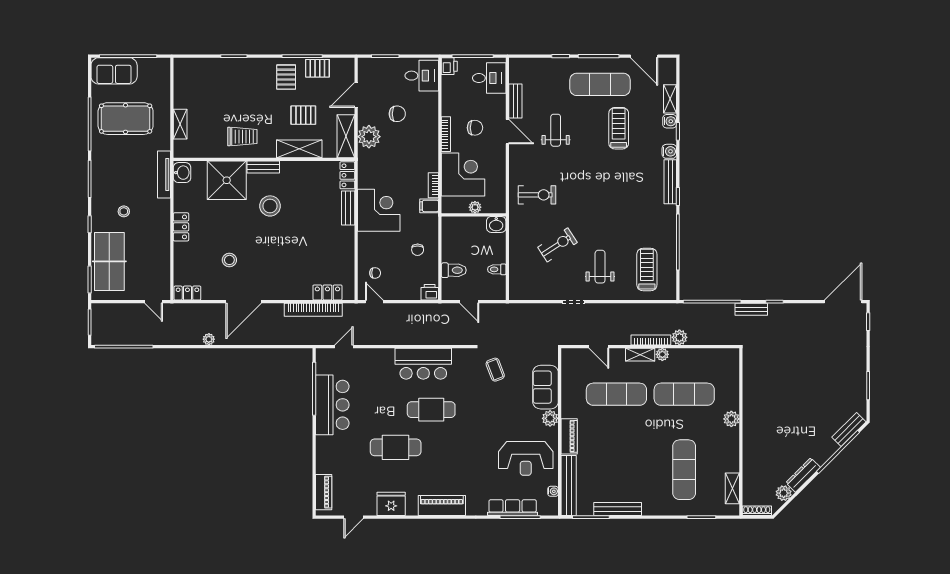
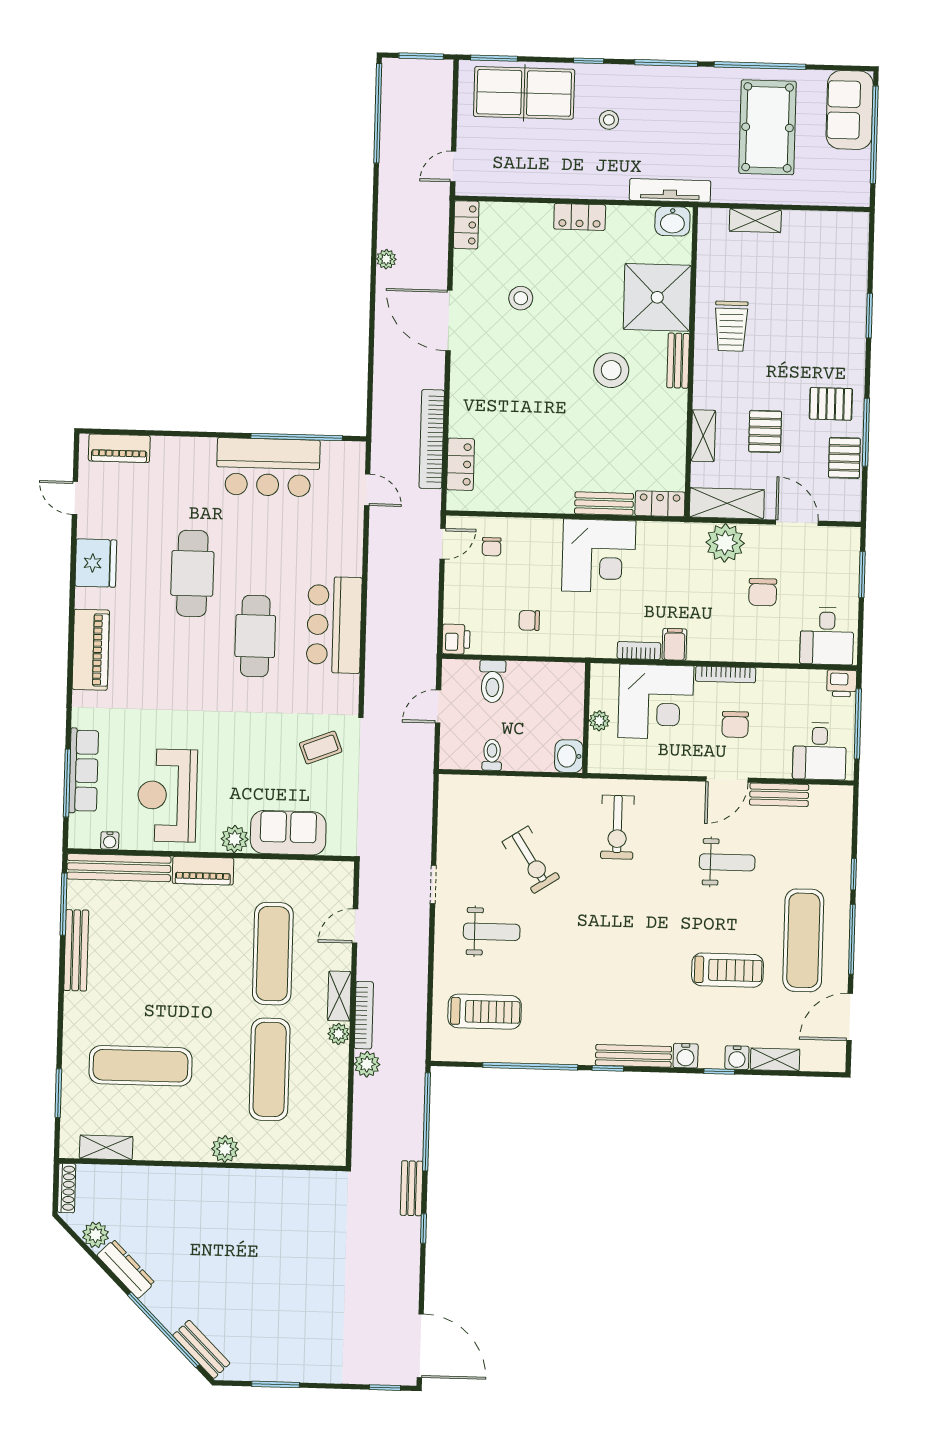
shelving: (299, 149) -> (703, 436), width x0.67, depth x0.75
filing cabinet: (429, 206) -> (674, 644), moved

